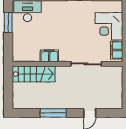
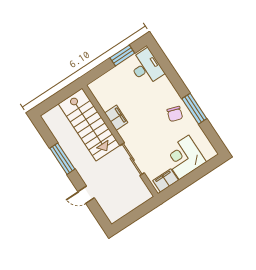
chair: (74, 13) -> (175, 114), added
stairs: (34, 74) -> (89, 124), width x1.36, depth x1.51

